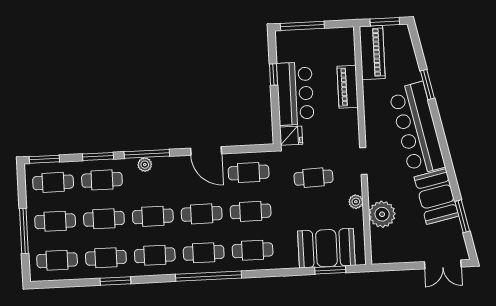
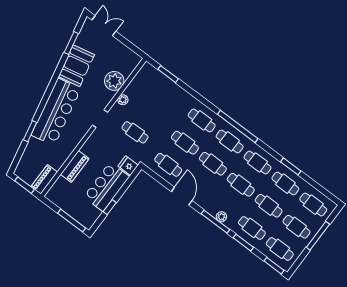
piano: (372, 52) -> (44, 179), width x0.73, depth x0.75
booth: (326, 248) -> (160, 88), removed

